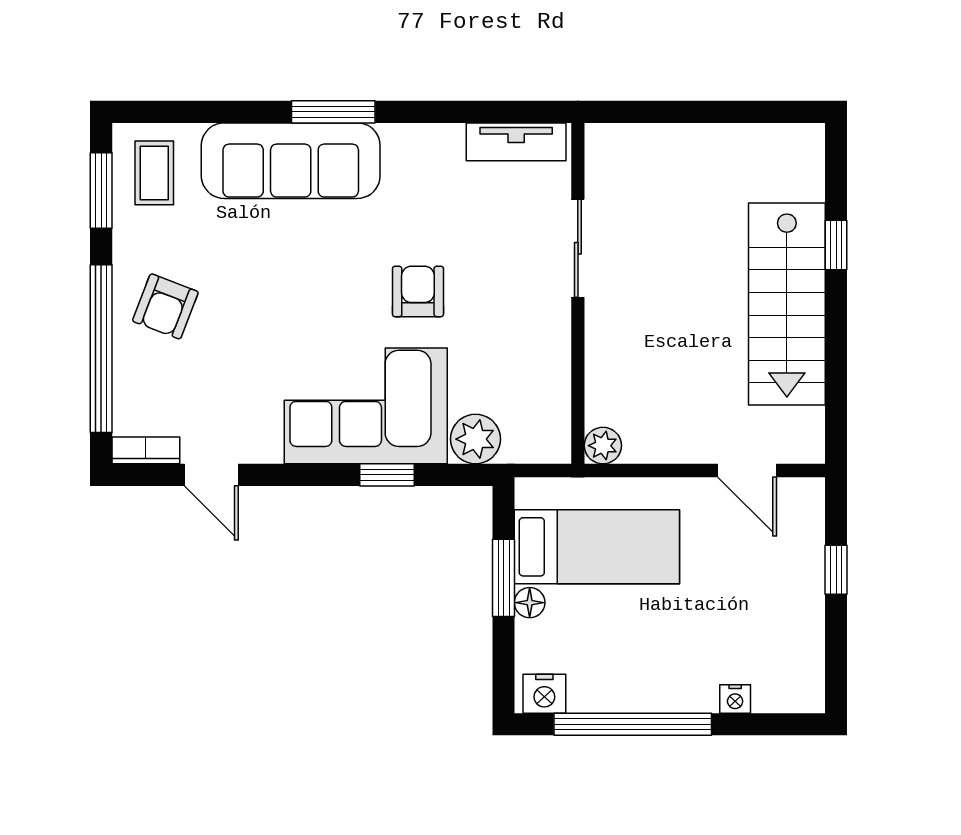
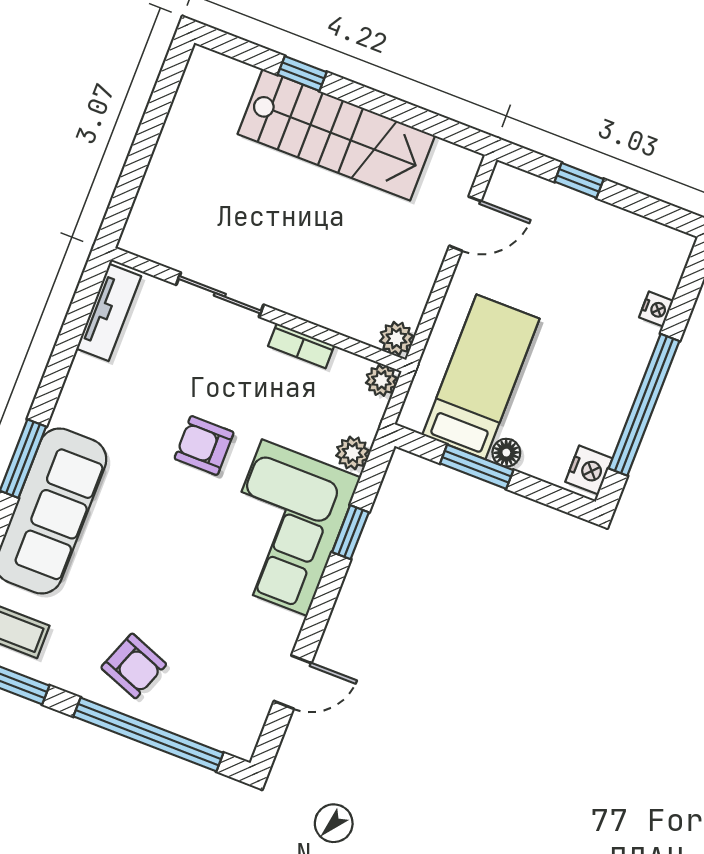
plant: (476, 439) -> (352, 453), width x0.73, depth x0.73
plant: (554, 447) -> (381, 380), added
bookcase: (146, 450) -> (301, 346), moved, turned -90

